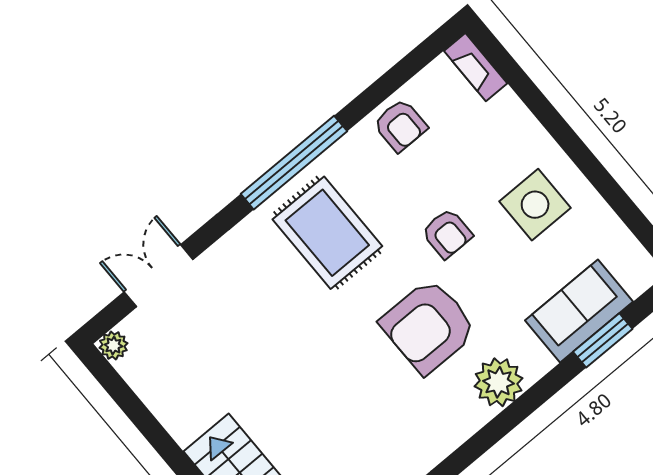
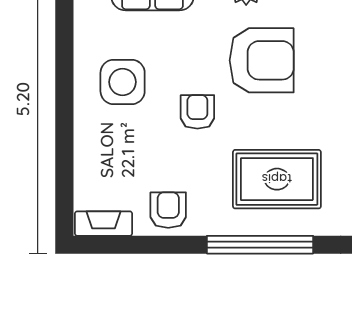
fireplace: (476, 67) -> (103, 224), moved, turned -90
rug: (327, 233) -> (277, 179), turned 90

